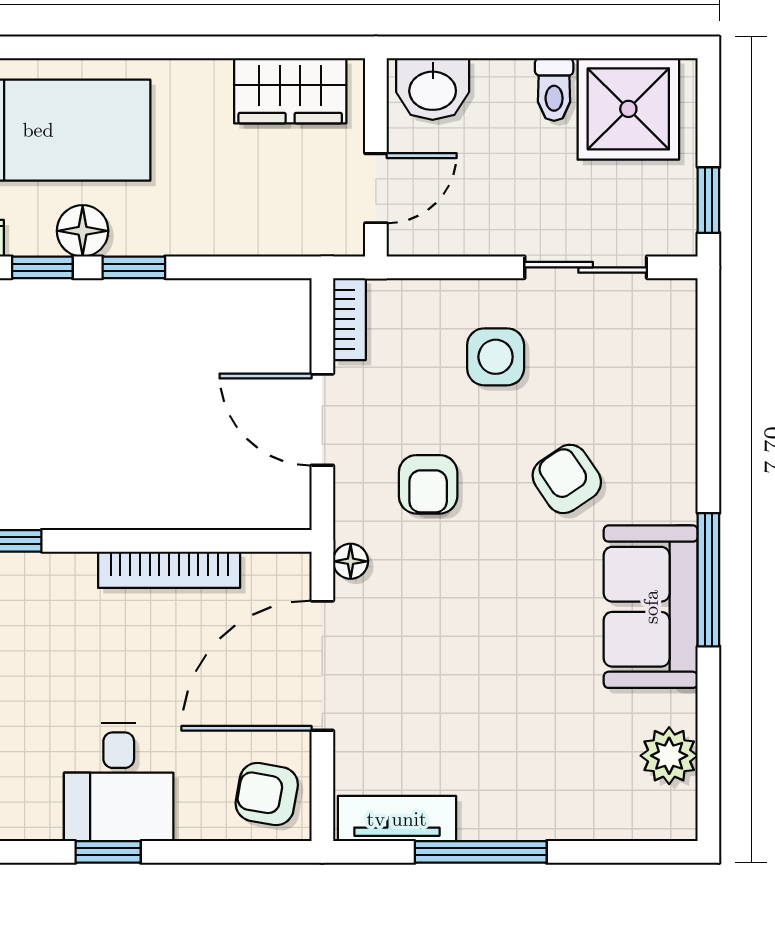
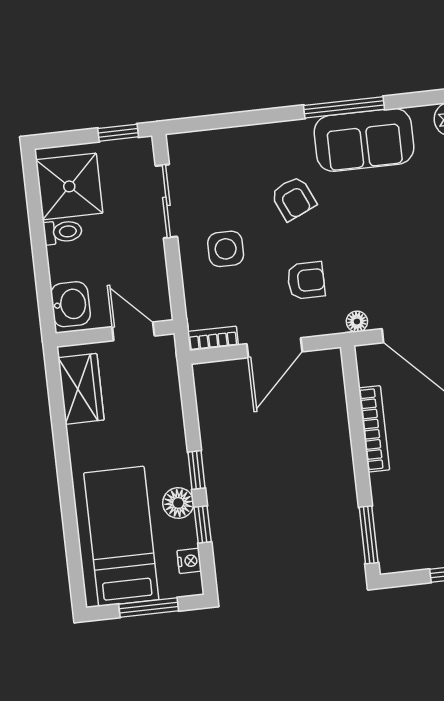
armchair: (567, 479) -> (294, 198), turned -80

